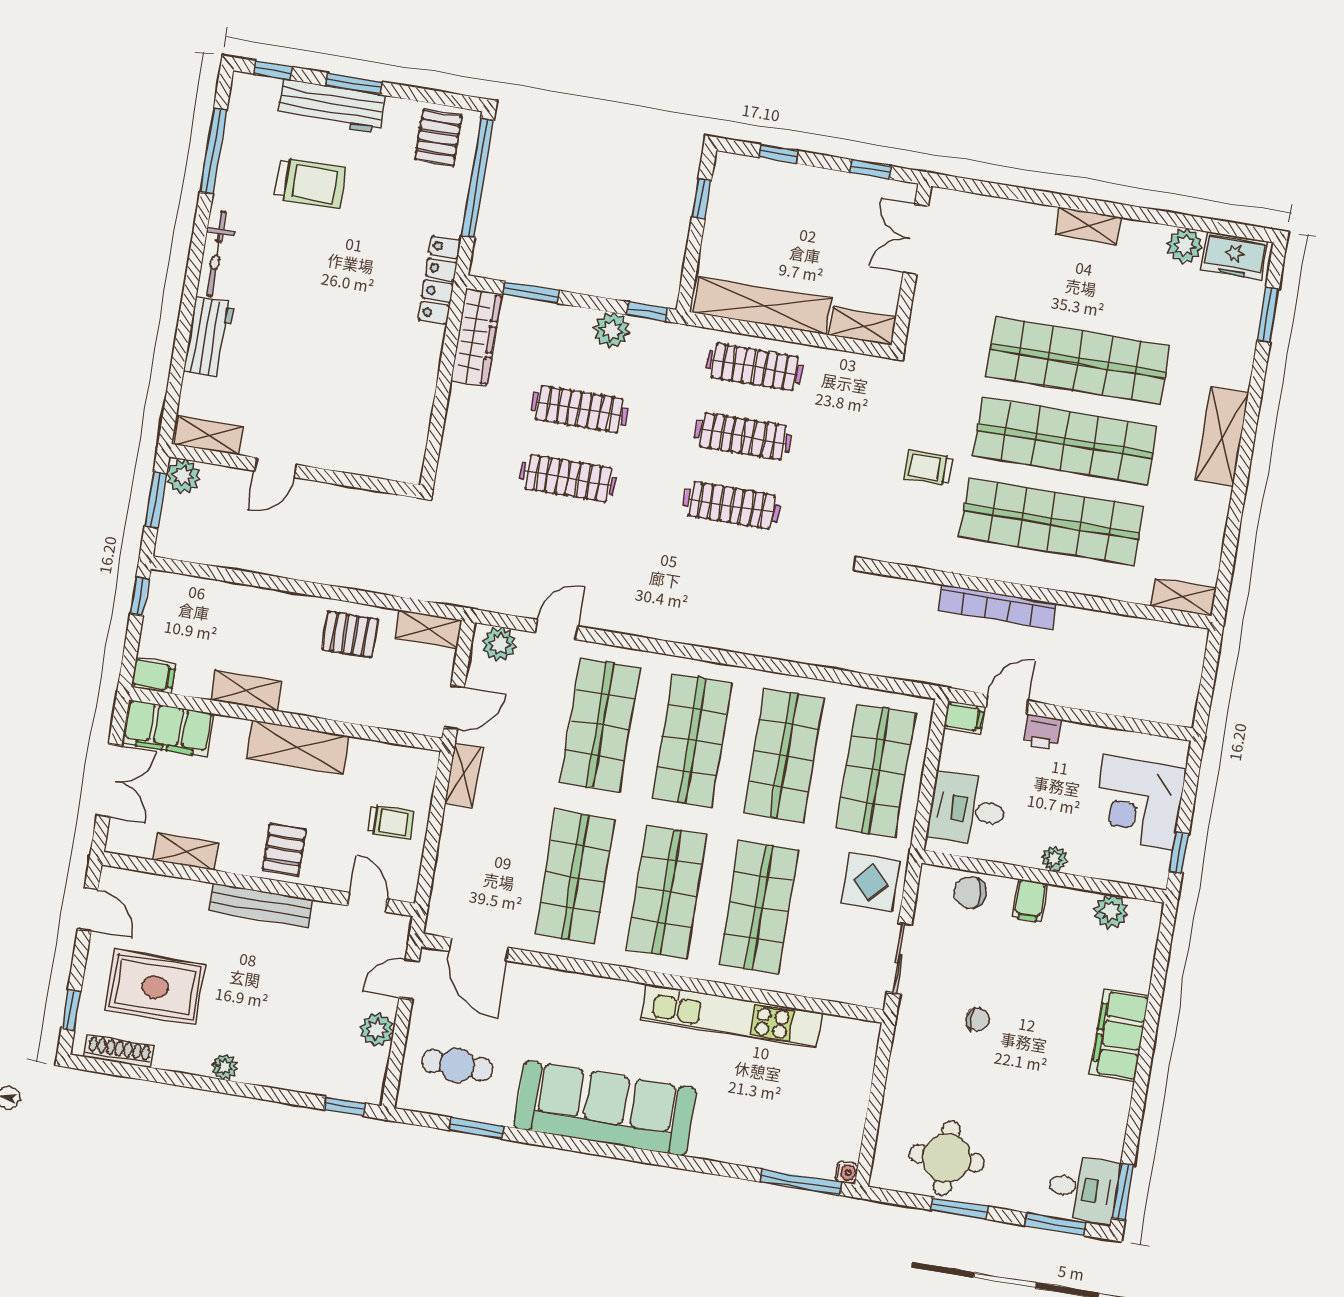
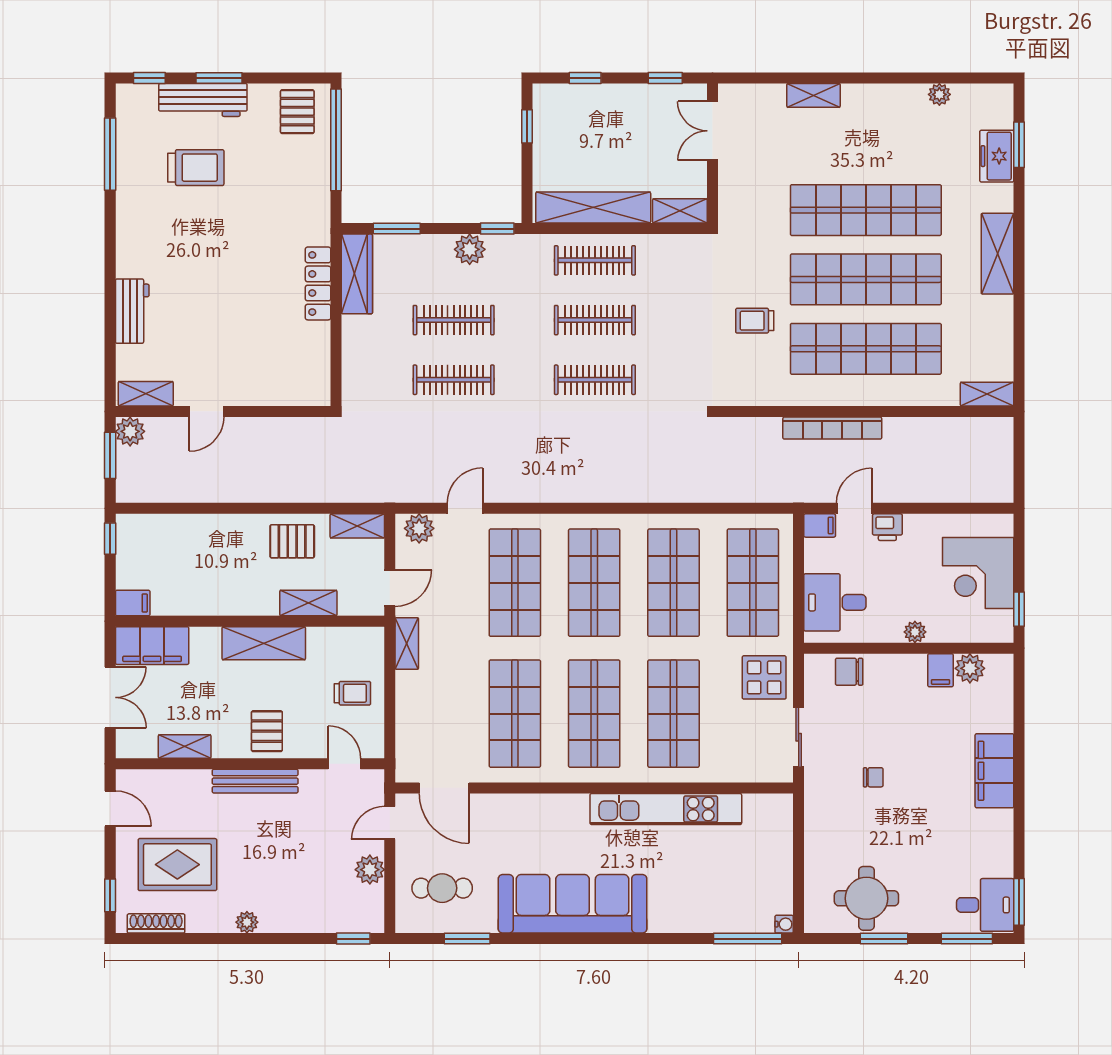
shelving: (1088, 226) -> (814, 95), moved
plant: (1185, 246) -> (939, 94), width x0.73, depth x0.73
bicycle: (217, 254) -> (127, 240), removed
freezer: (1235, 256) -> (997, 156), moved, turned 90
locker: (439, 280) -> (318, 283), moved
shelving: (246, 691) -> (308, 603), moved
filing cabinet: (1030, 901) -> (941, 670), moved

